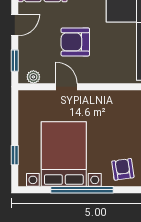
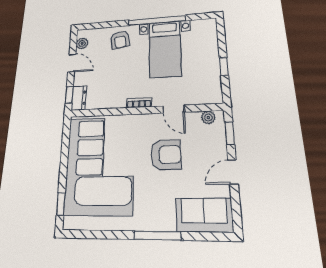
bookcase: (101, 95) -> (139, 103), added
bed with nightstands: (64, 154) -> (165, 49), width x0.73
window: (15, 155) -> (224, 67), moved

